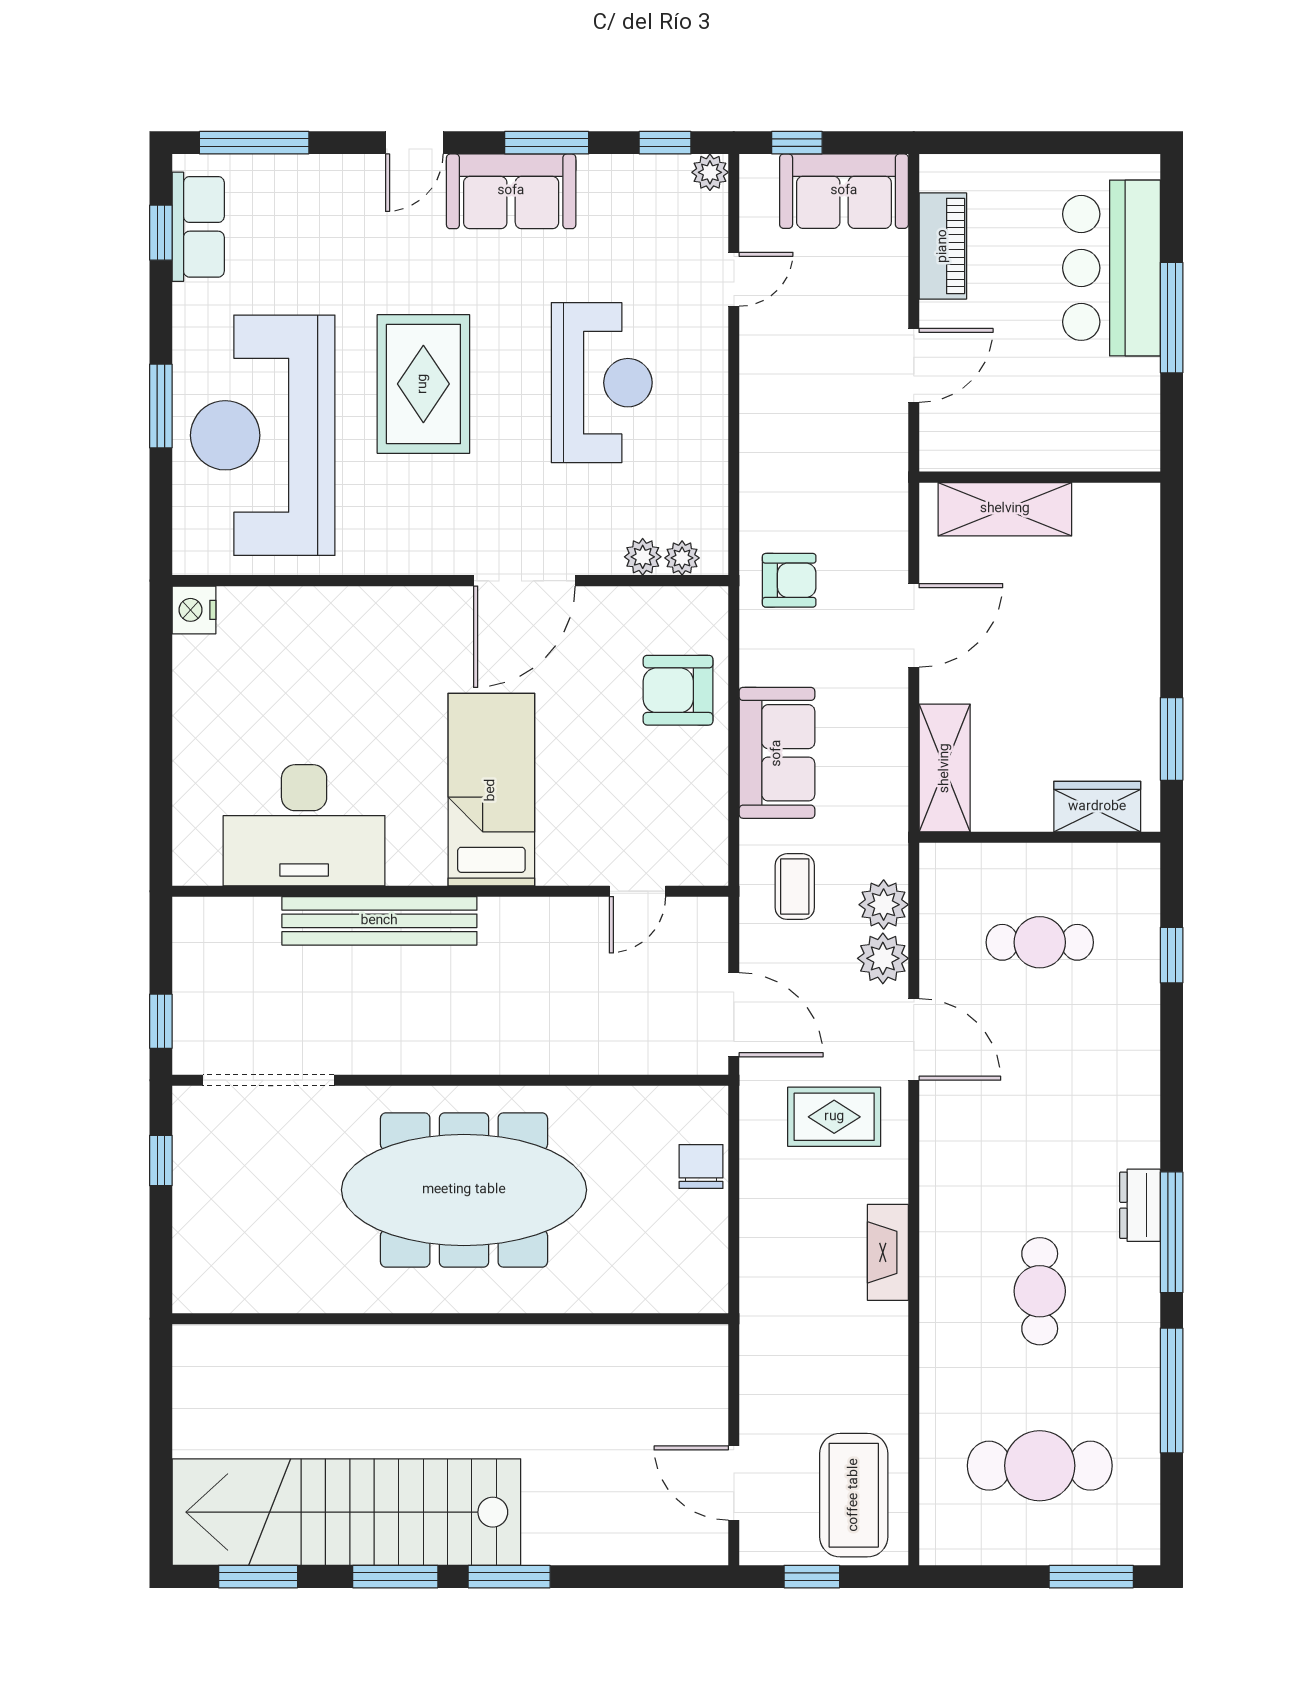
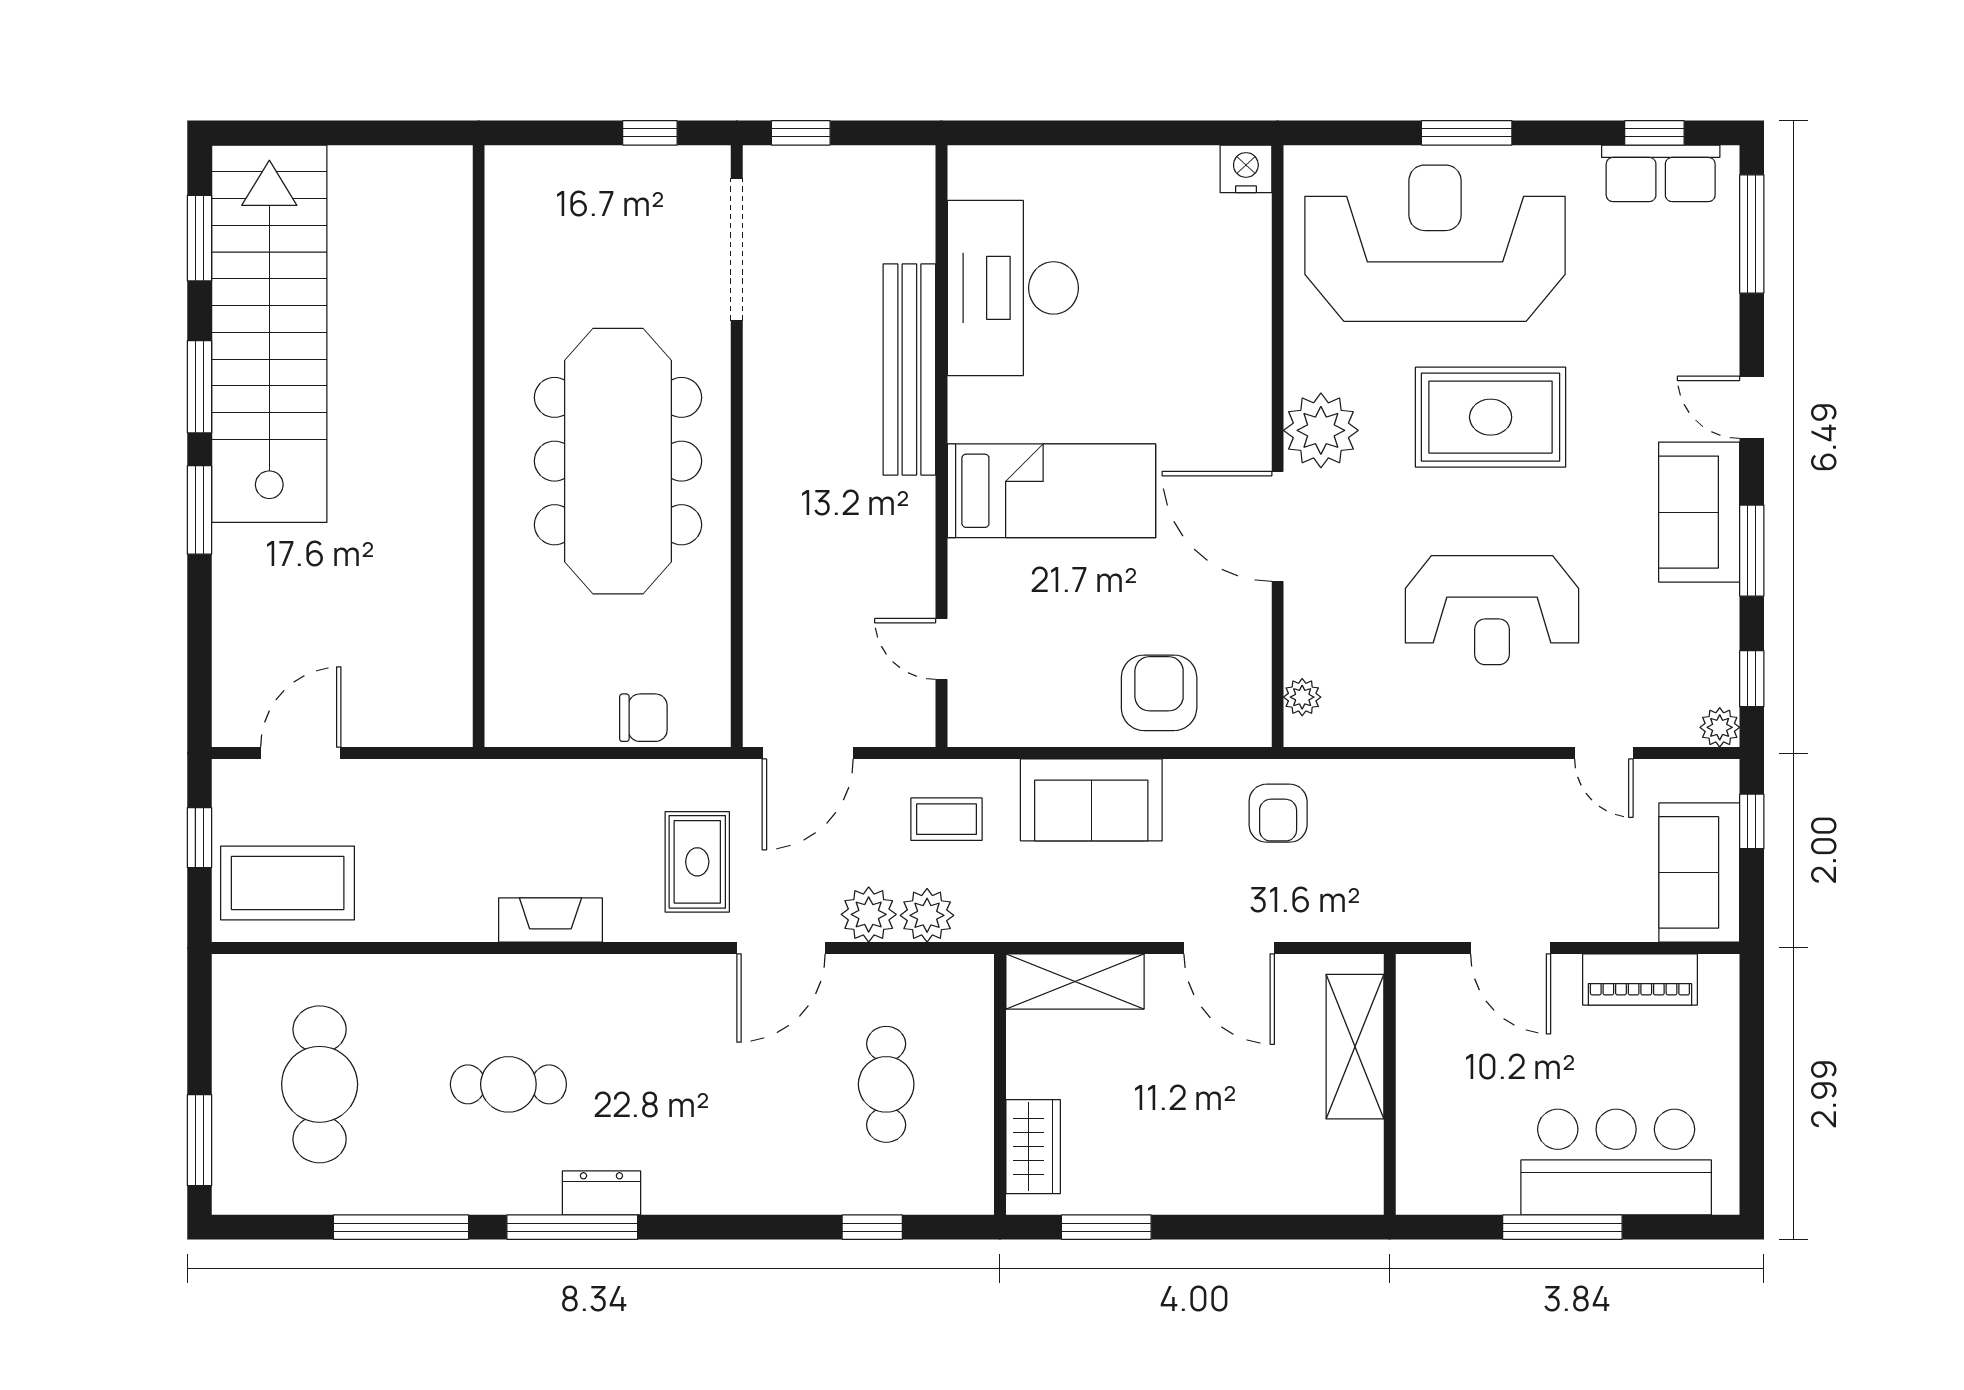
plant: (643, 557) -> (1321, 430), moved, width x1.88, depth x1.88

